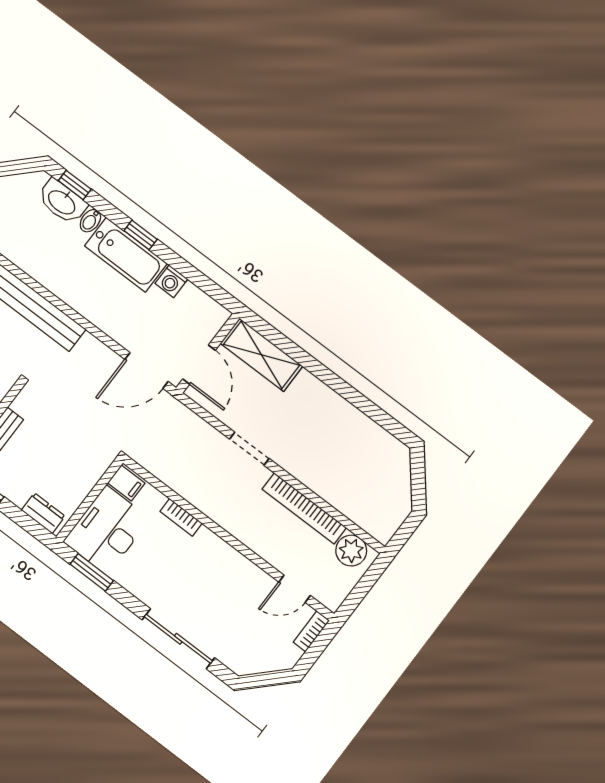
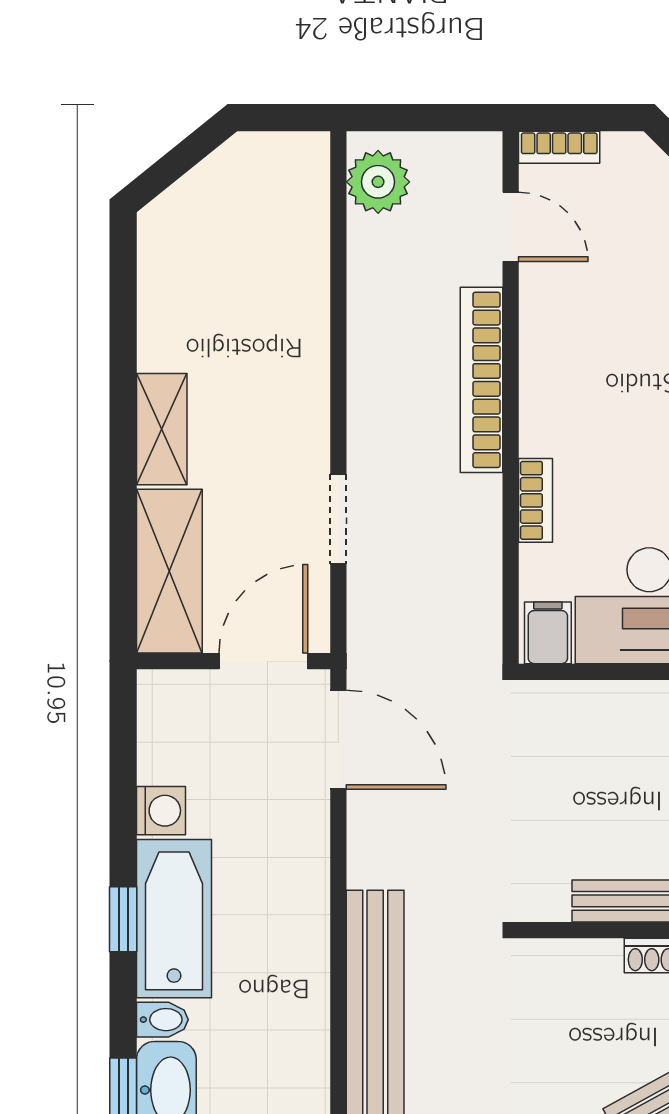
shelving: (319, 394) -> (162, 429), added
doorway: (249, 449) -> (338, 519), moved
bookcase: (304, 508) -> (481, 380), moved, turned 180

